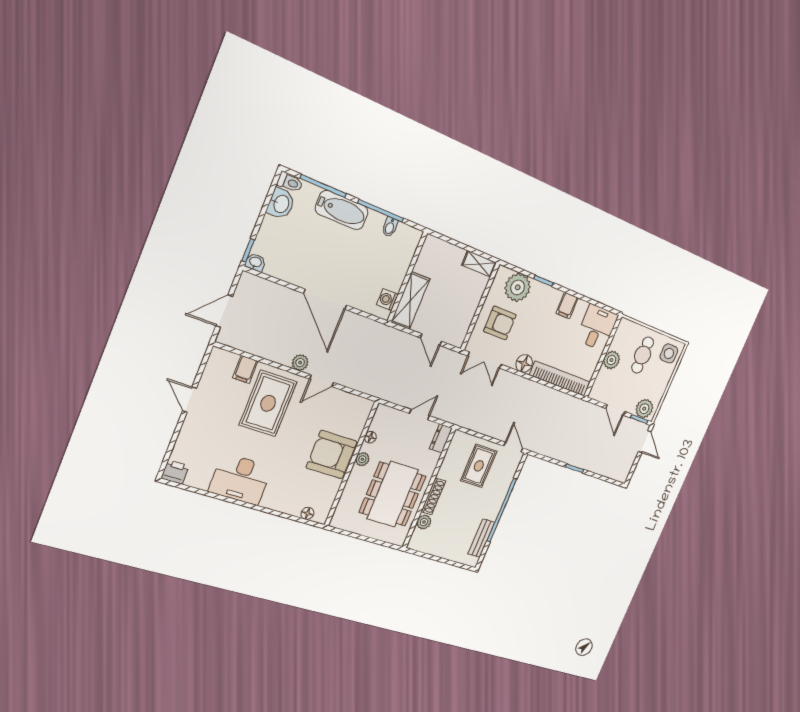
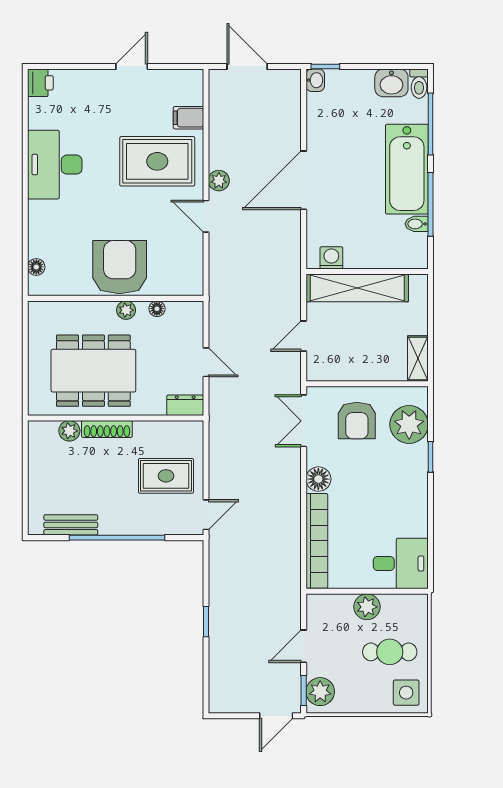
bathtub: (342, 210) -> (407, 169), width x1.36, depth x1.36
shelving: (410, 301) -> (357, 288), width x1.47
filing cabinet: (567, 305) -> (413, 506), removed

